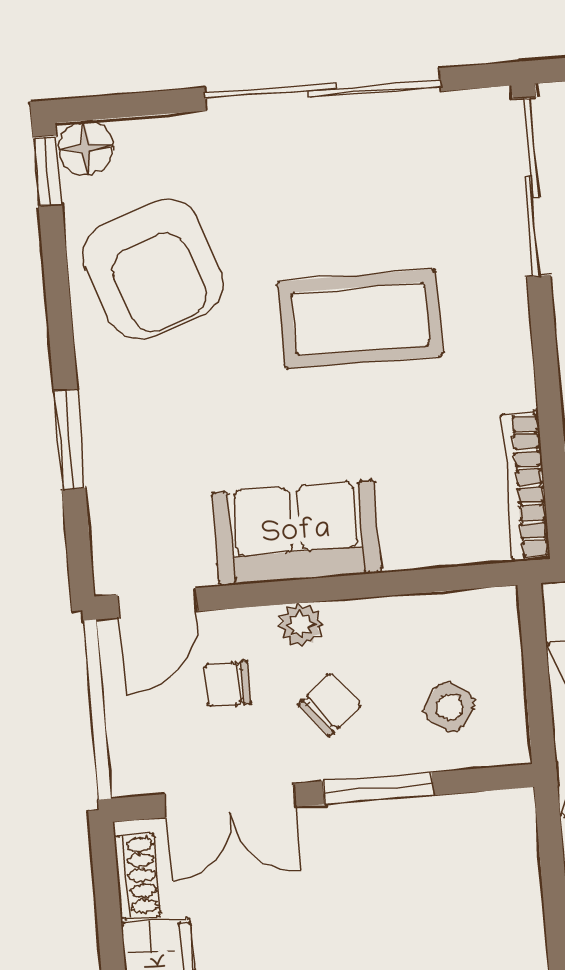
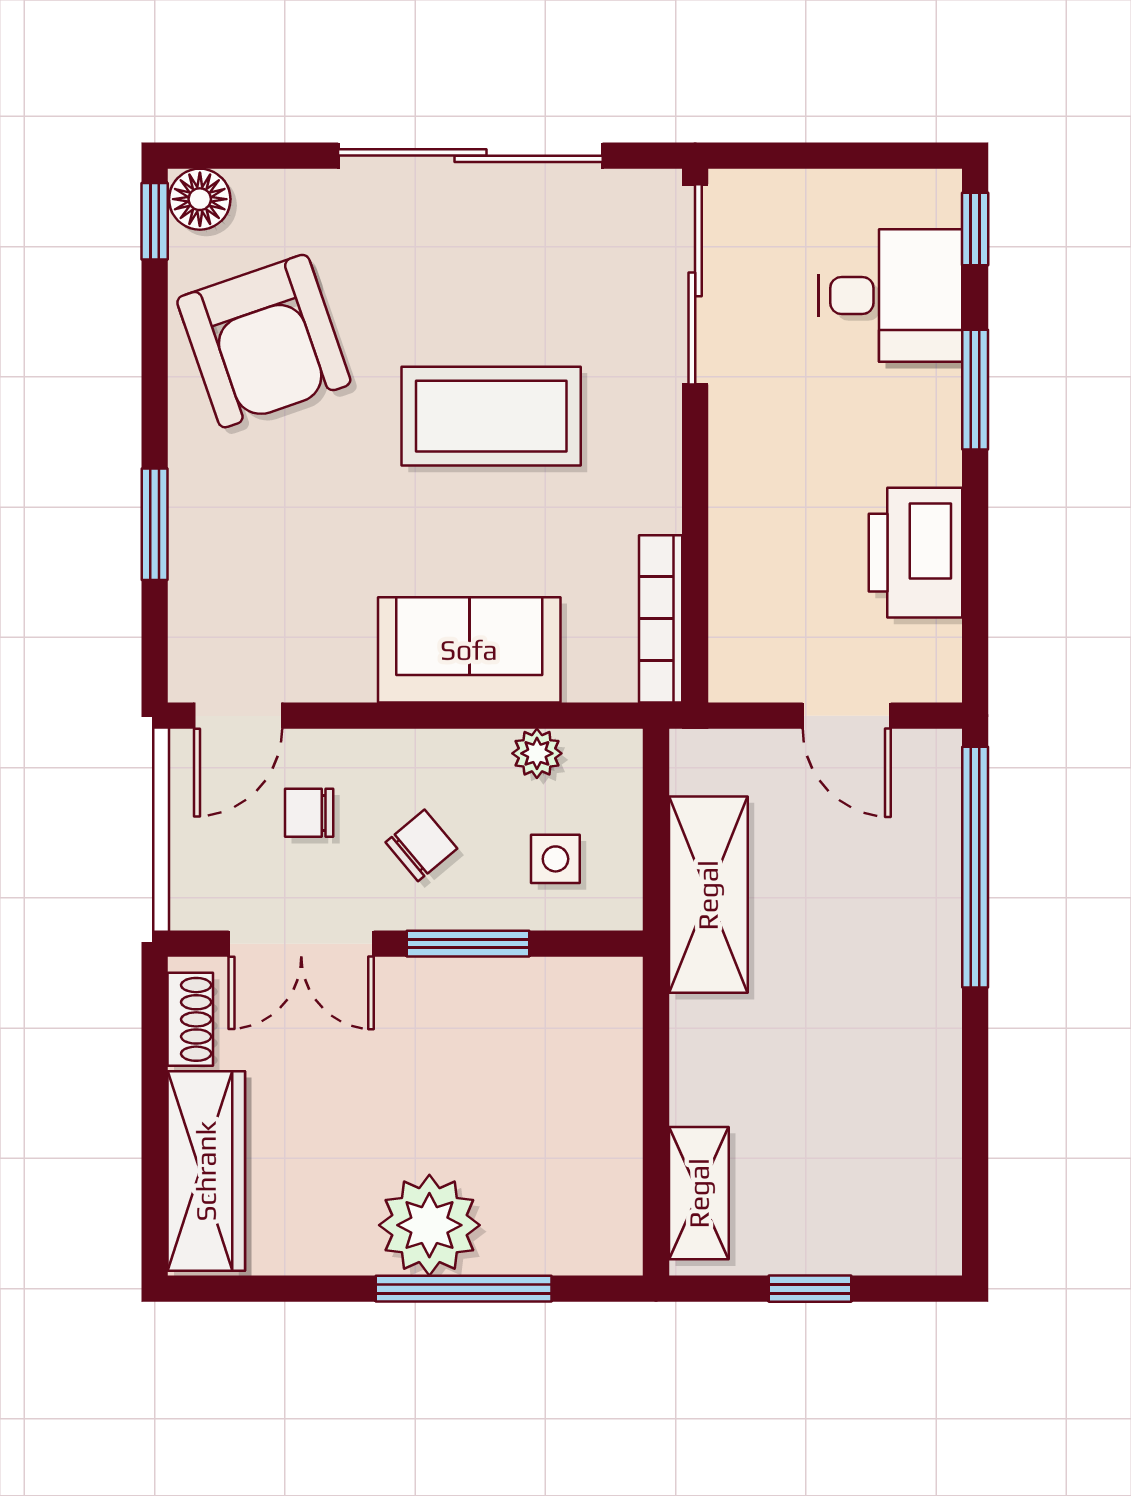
sofa: (296, 533) -> (469, 650), moved
plant: (301, 625) -> (537, 753), moved
side table: (449, 707) -> (555, 859), turned -35

